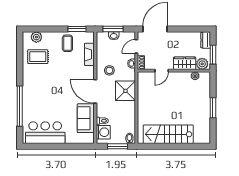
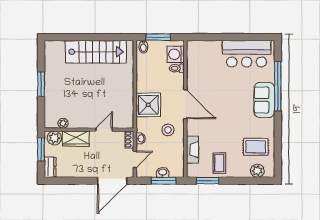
sofa: (86, 118) -> (264, 100), moved, turned 180

